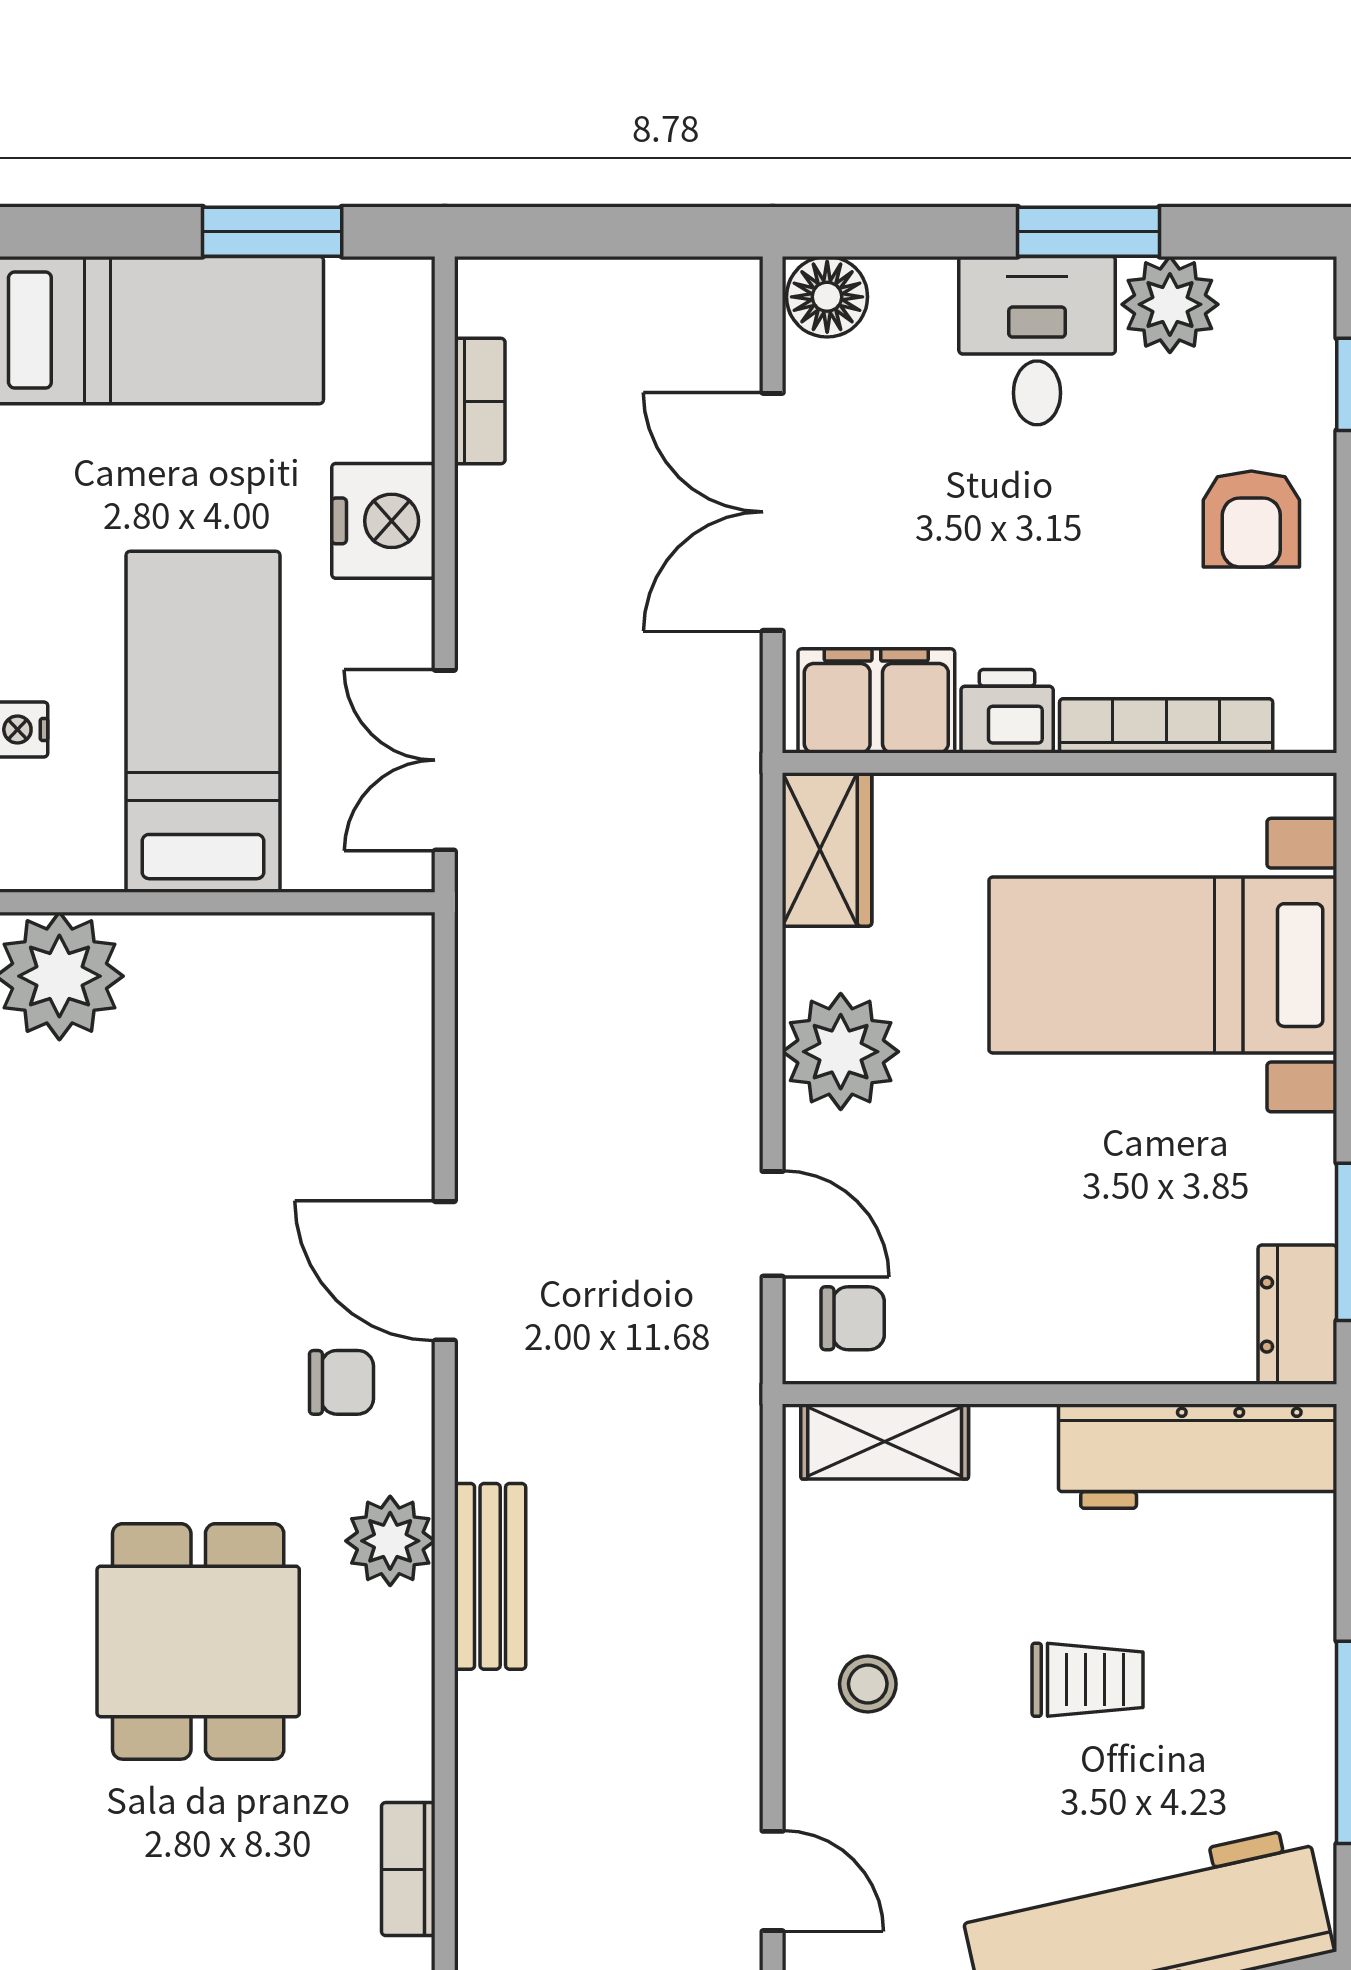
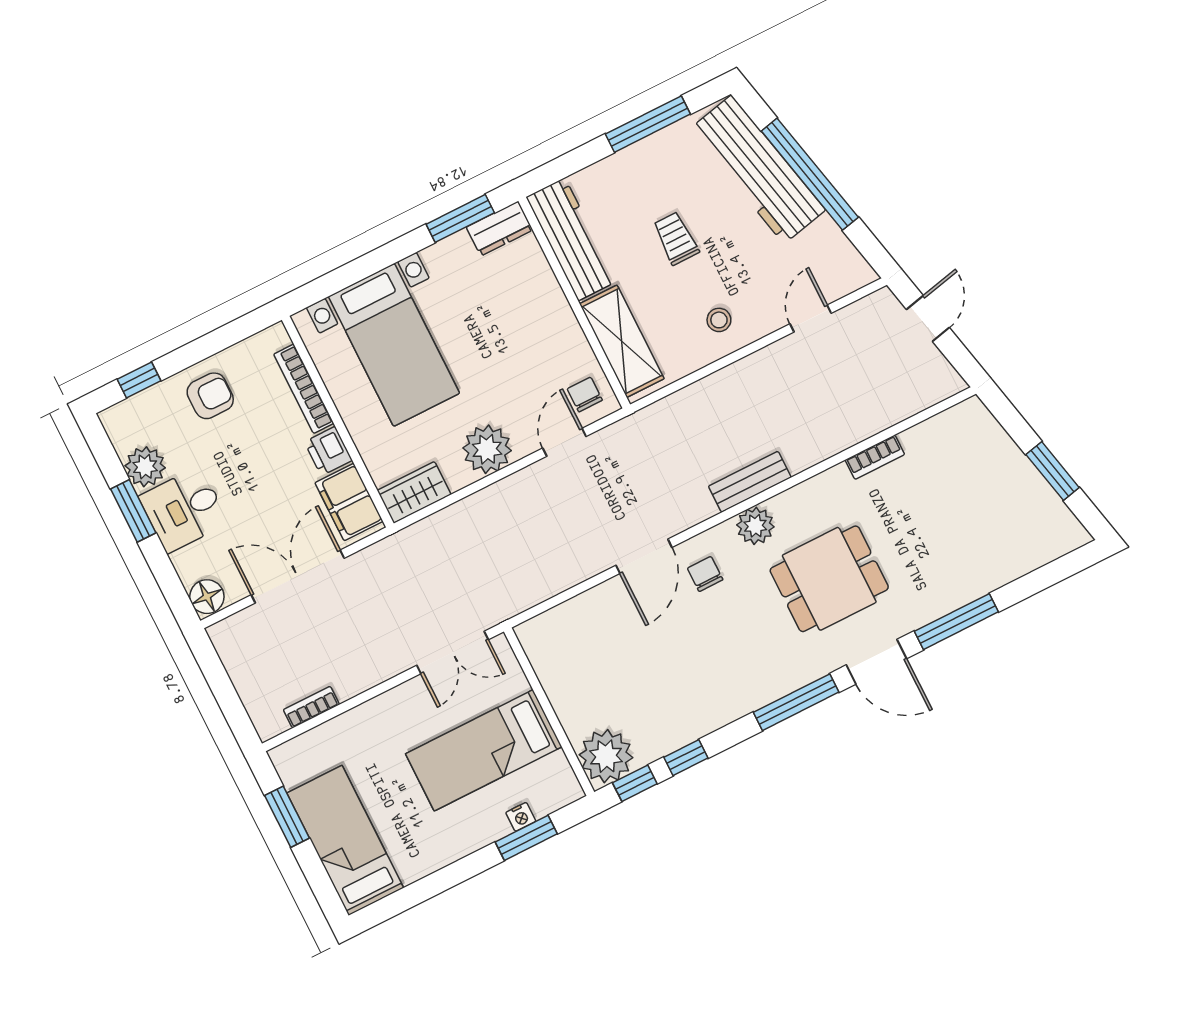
double door: (773, 512) -> (298, 576), swing flipped
nightstand: (383, 521) -> (374, 721), removed
shelving: (885, 1442) -> (622, 341), width x1.50, depth x1.33

